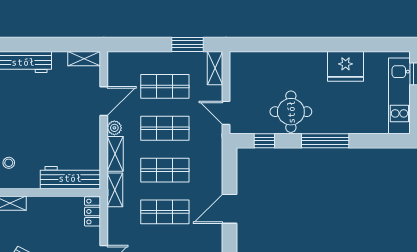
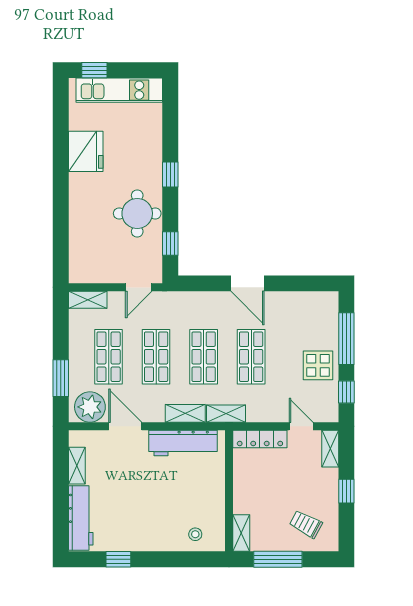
window: (188, 44) -> (61, 378), moved
shelving: (84, 59) -> (77, 466), moved
plant: (114, 128) -> (90, 407), moved, width x1.87, depth x1.87
window: (325, 141) -> (170, 175), width x0.46
workbench: (70, 178) -> (183, 443), moved, turned -90
locker: (92, 211) -> (260, 439), width x1.53

